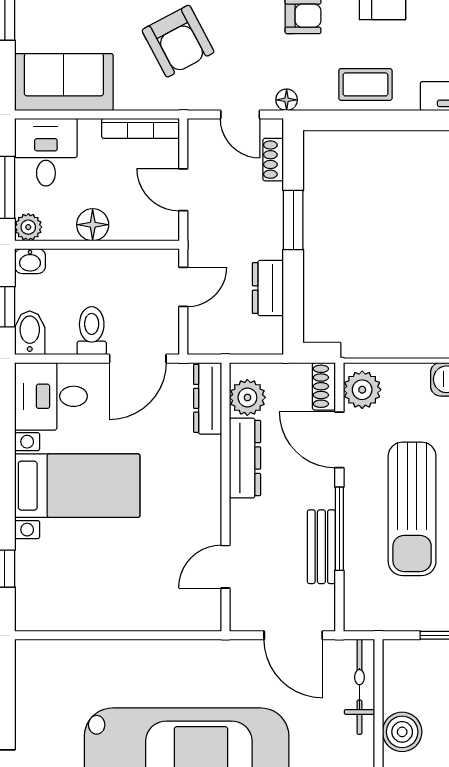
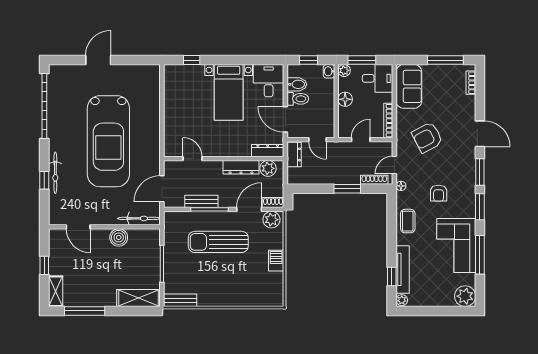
shoe rack: (273, 160) -> (374, 180), width x1.43
dresser: (268, 288) -> (294, 154), moved, turned 90
bidet: (30, 333) -> (297, 84), moved

